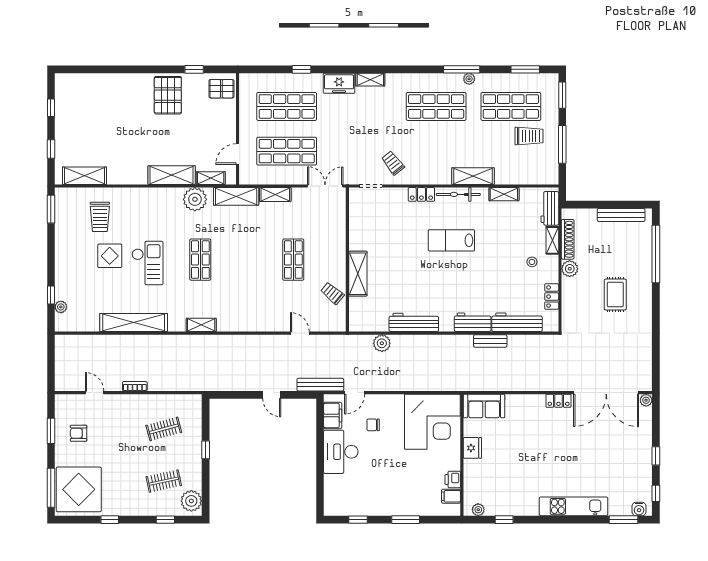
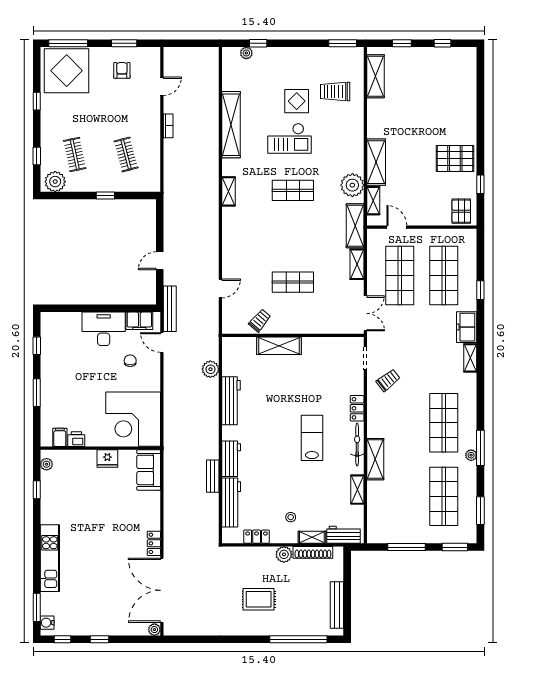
trolley: (529, 136) -> (415, 514), removed

